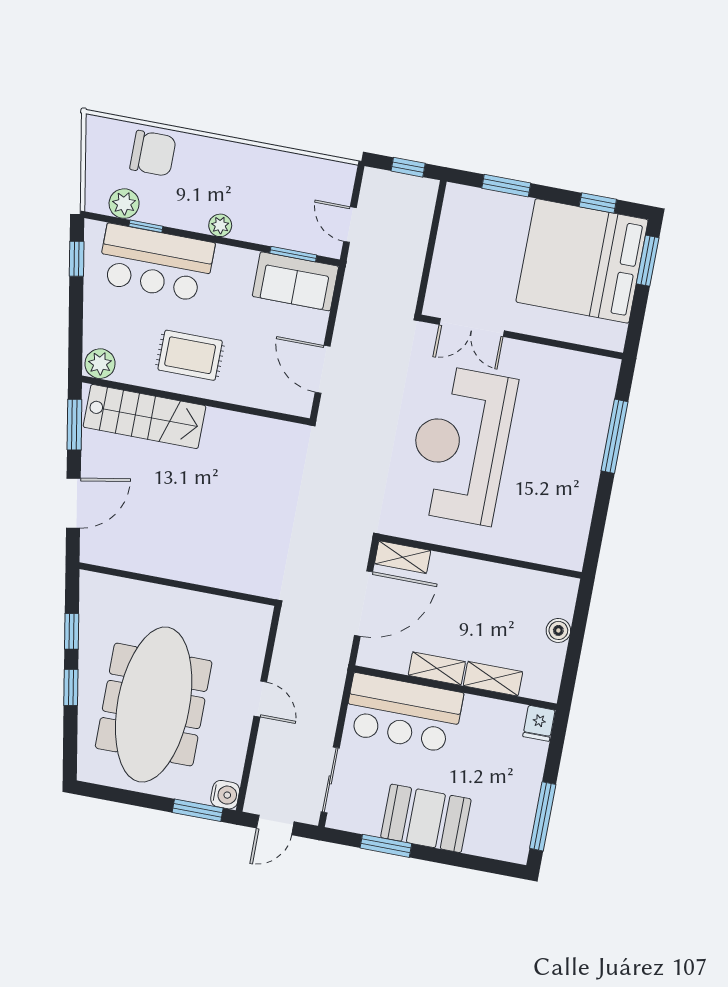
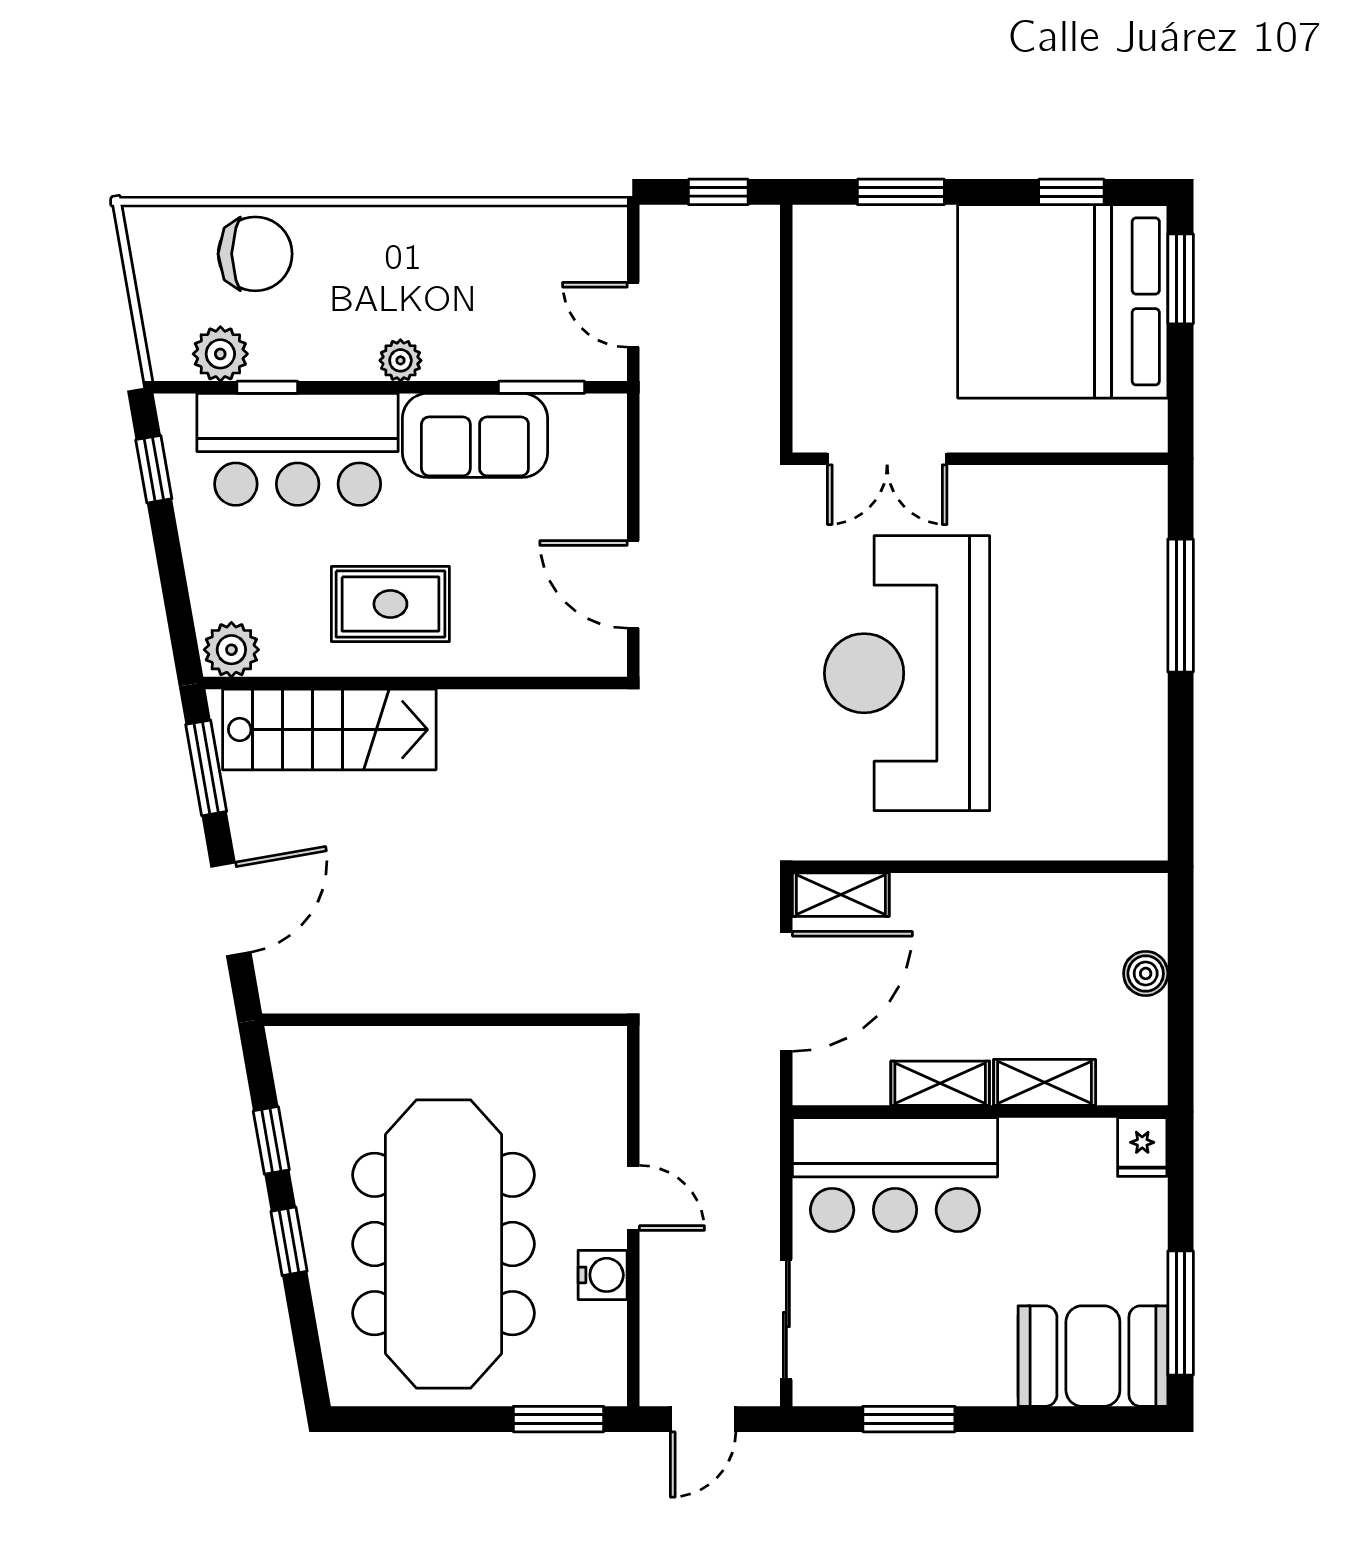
sofa: (295, 281) -> (475, 435), moved
water cooler: (225, 795) -> (603, 1275), moved
booth: (426, 818) -> (1093, 1356), moved

